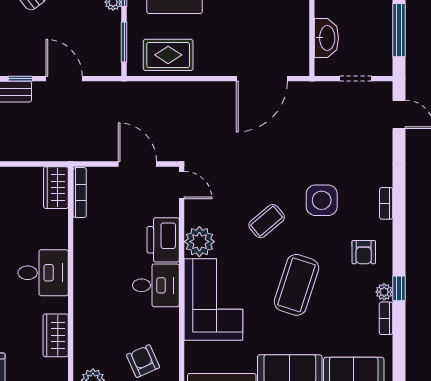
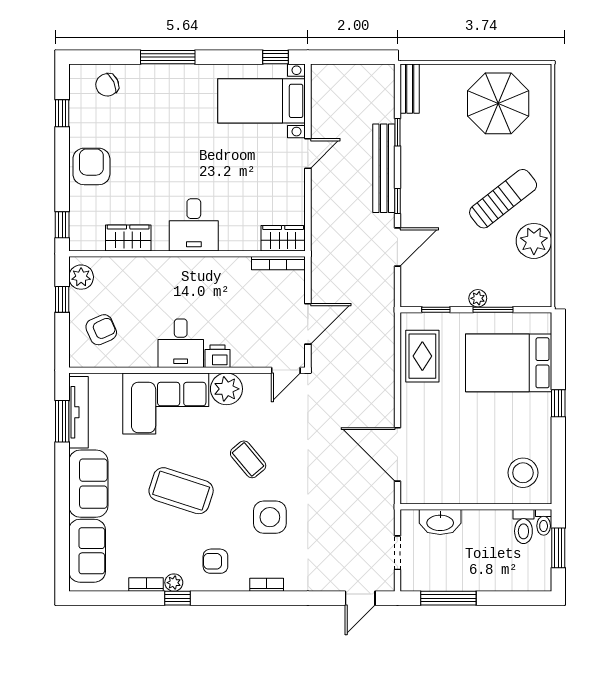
window: (124, 42) -> (436, 310), width x0.67
printer: (163, 240) -> (218, 356), width x0.53, depth x0.68

